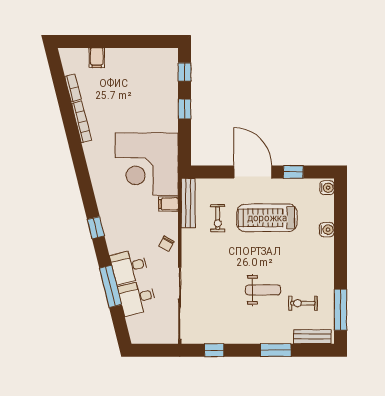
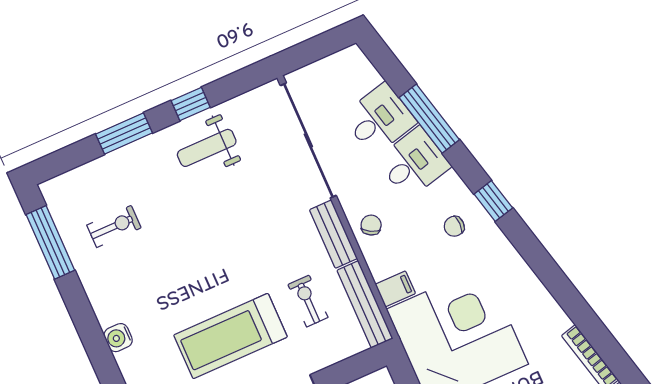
treadmill: (267, 218) -> (230, 336), turned 180
chair: (123, 223) -> (454, 226), added
water cooler: (327, 230) -> (118, 338), moved
weight bench: (263, 290) -> (207, 148), moved
bench: (312, 337) -> (333, 234), moved, turned 90
window: (214, 350) -> (191, 104), moved

